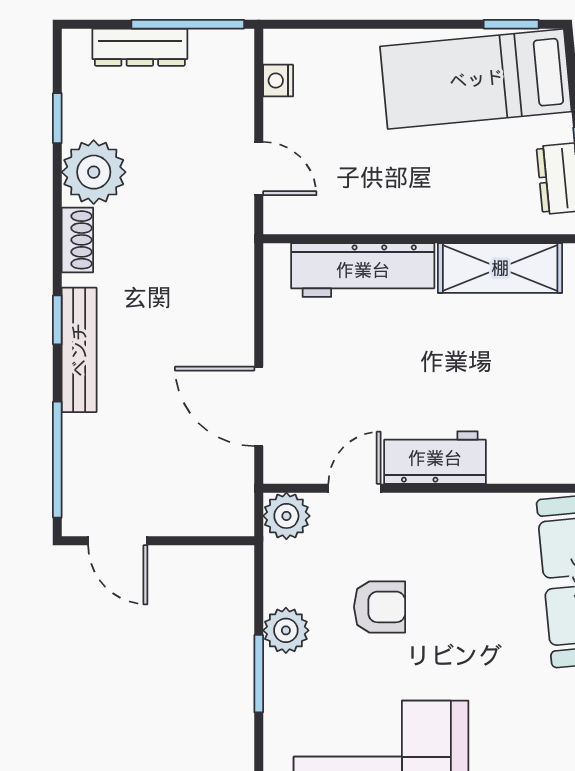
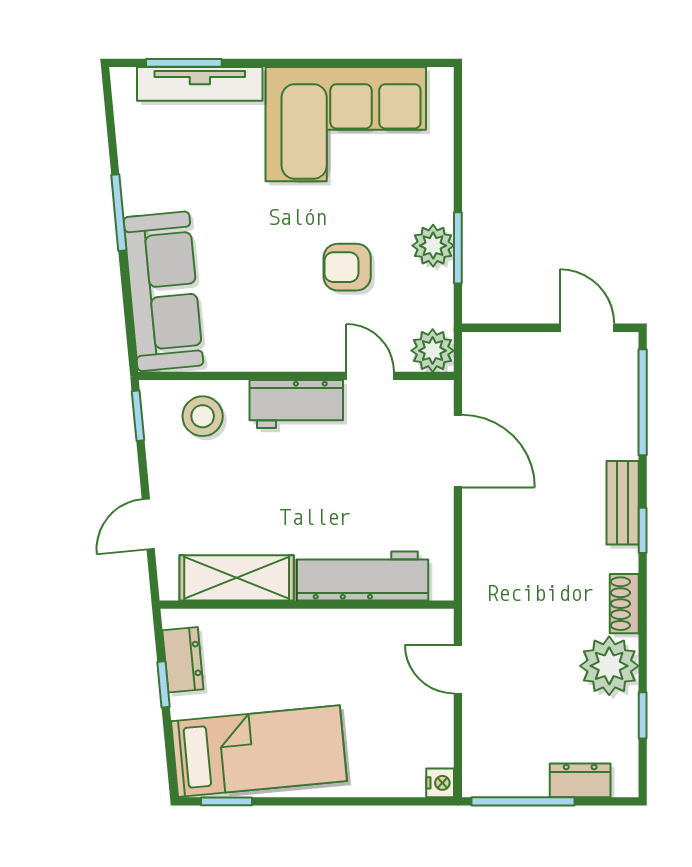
dresser: (140, 47) -> (580, 780), width x0.70
nightstand: (278, 81) -> (440, 783), moved
bench: (79, 350) -> (623, 503), width x0.73
stool: (537, 444) -> (203, 416), added
door: (355, 488) -> (370, 376), swing flipped
window: (259, 674) -> (458, 248), moved

